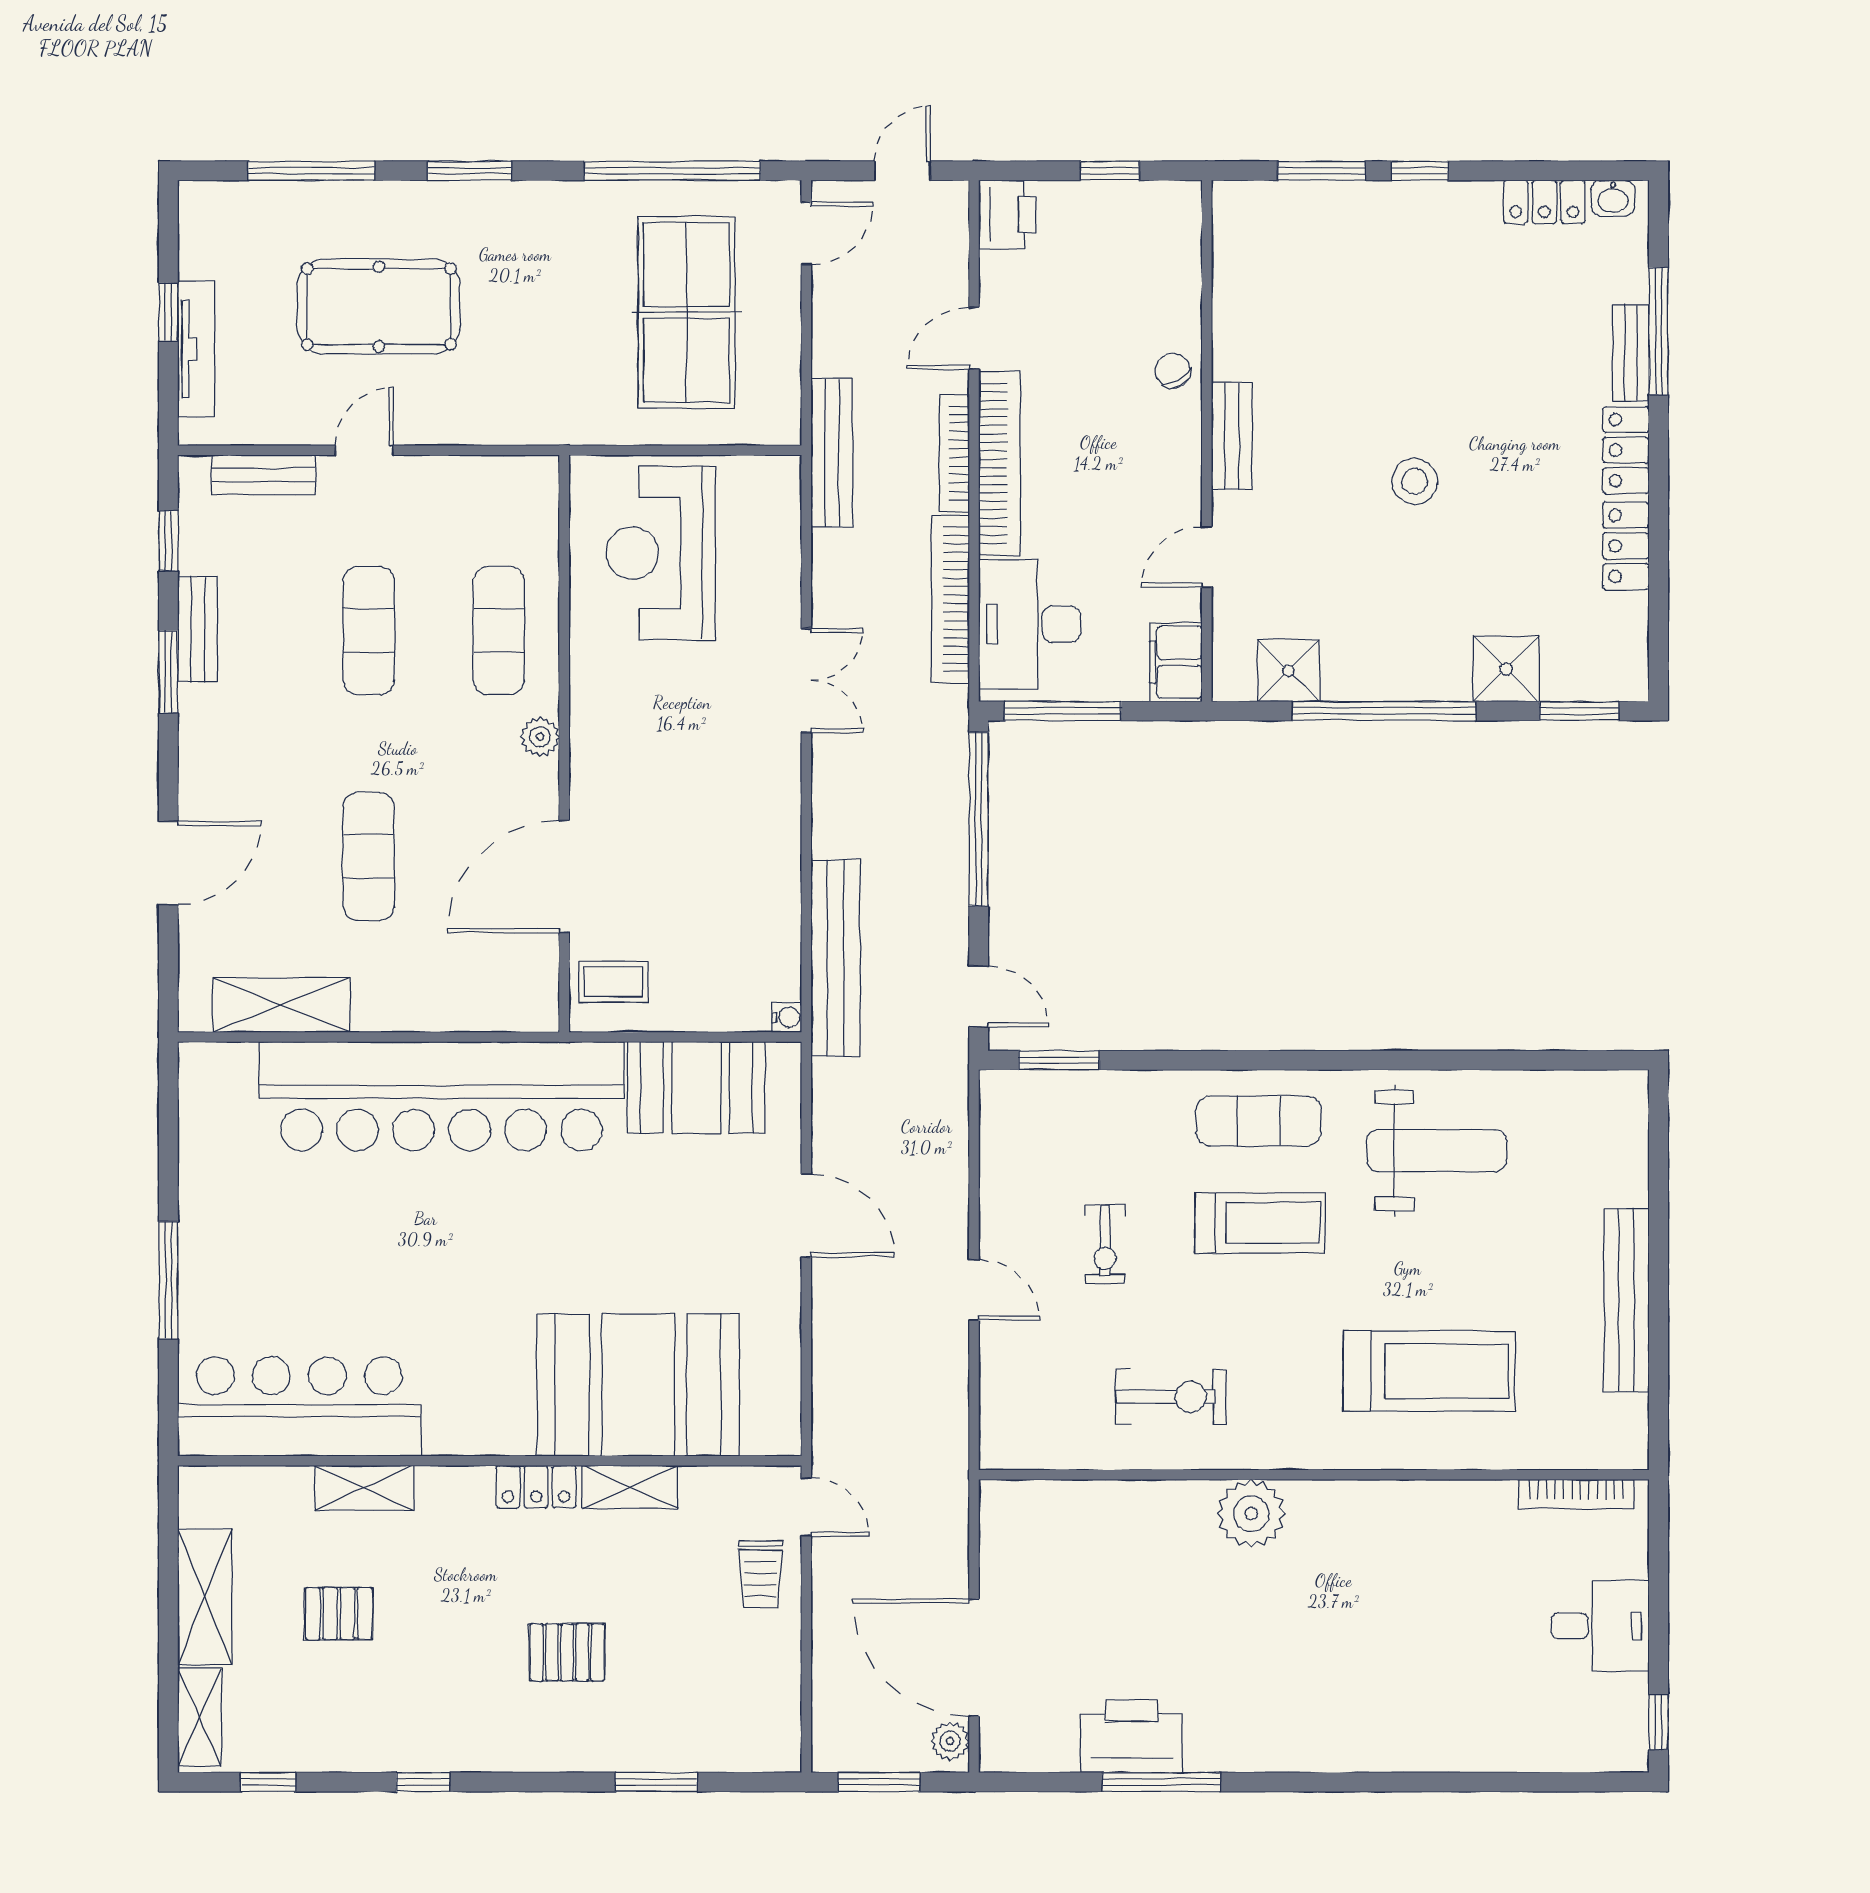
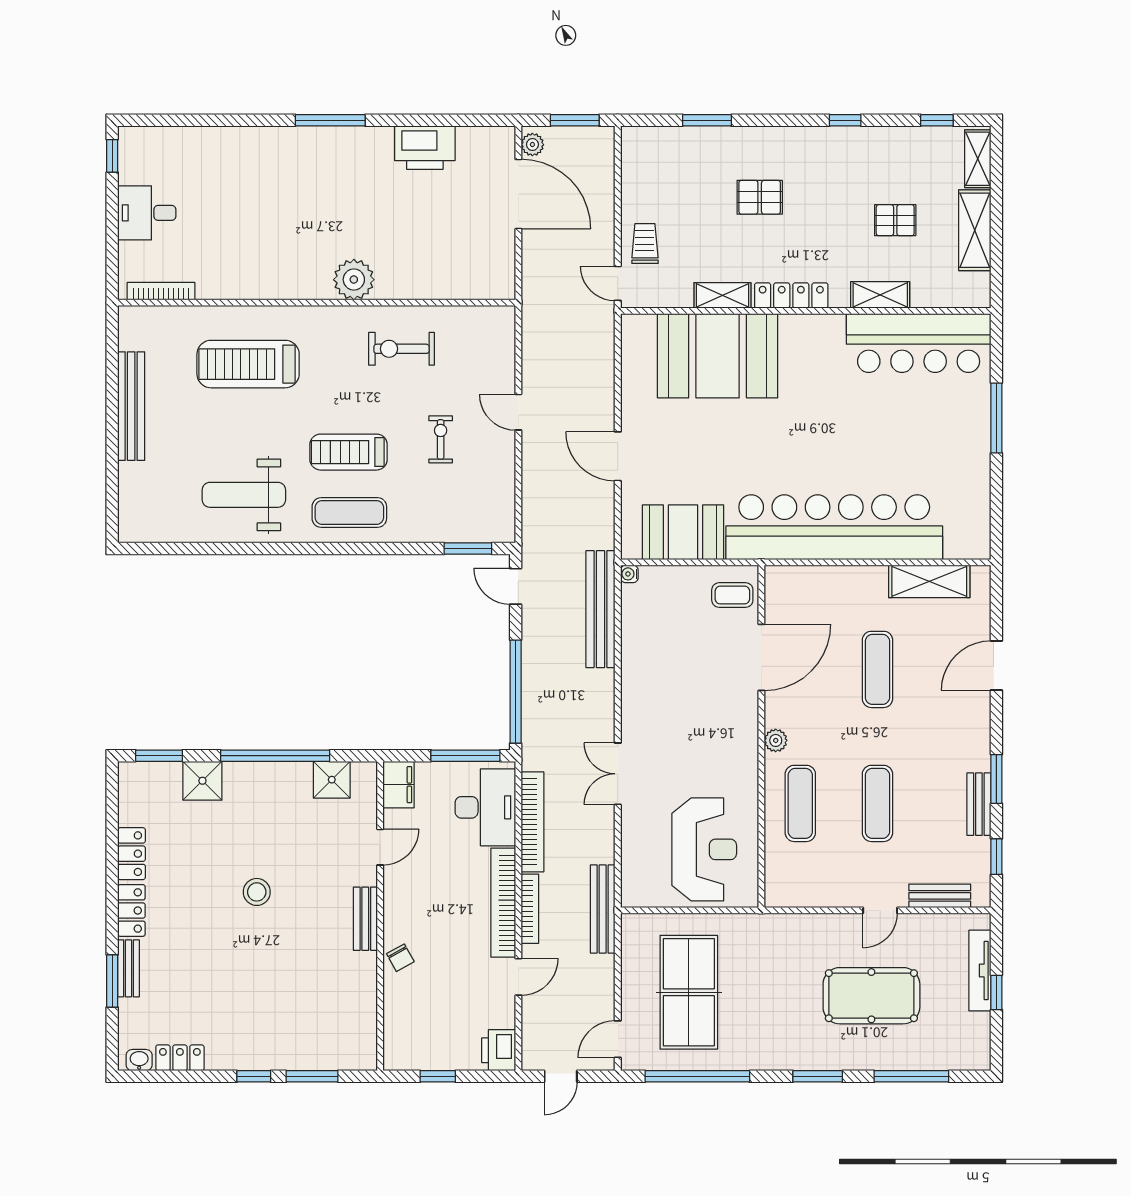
window: (1658, 331) -> (112, 981), width x0.69
locker: (536, 1487) -> (791, 295), width x1.53
window: (1161, 1782) -> (330, 120), moved

